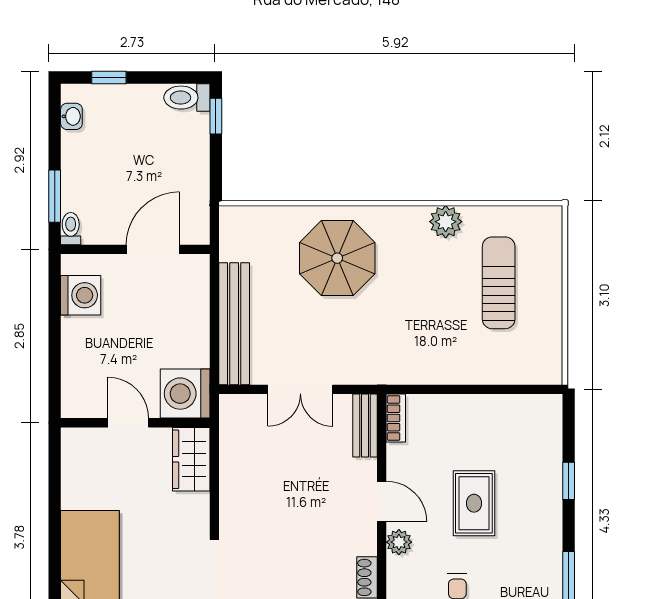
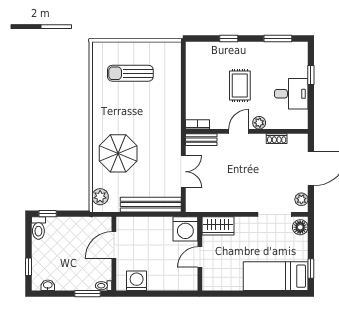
plant: (446, 222) -> (100, 197), moved
door: (153, 249) -> (114, 245), hinge flipped
rug: (474, 503) -> (240, 85), turned 90

